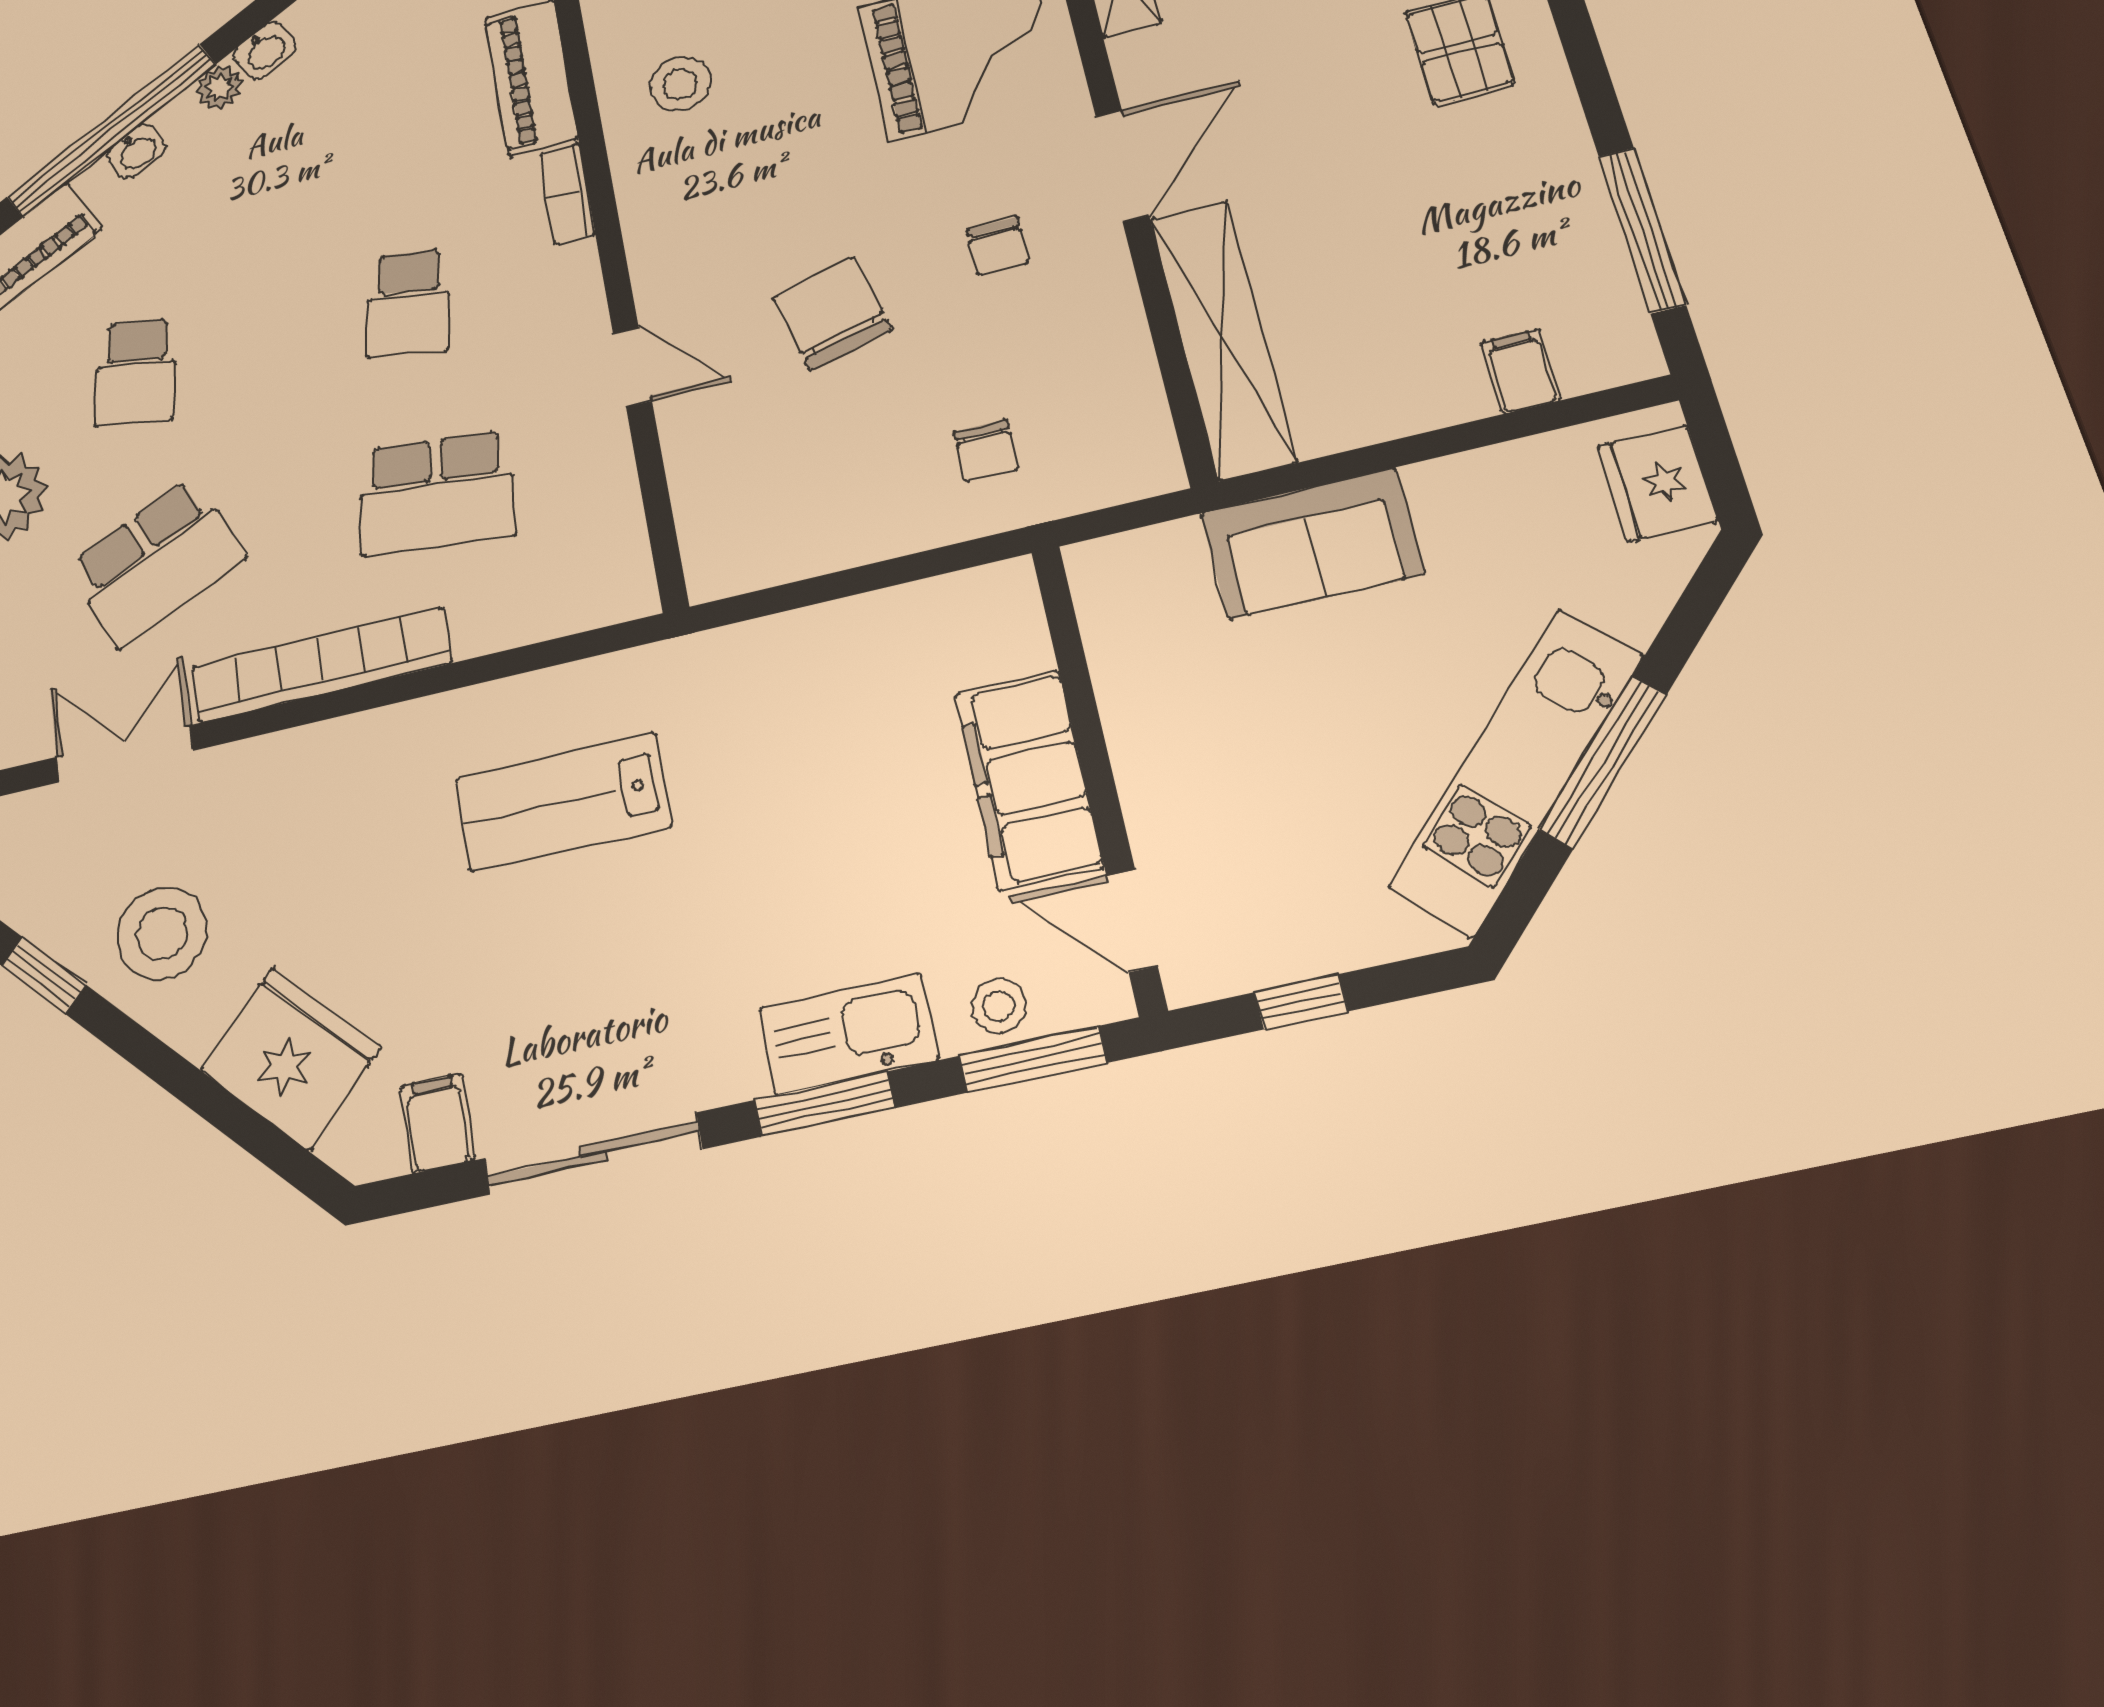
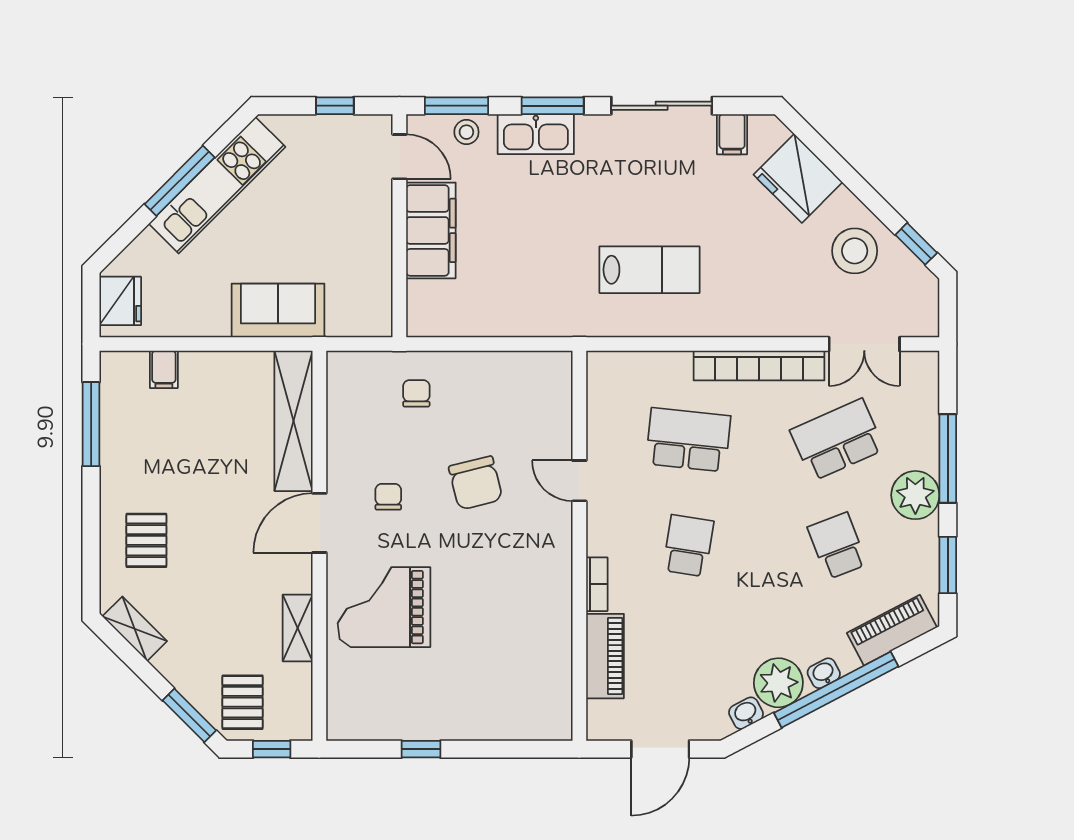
stool: (680, 84) -> (528, 630), removed
plant: (219, 88) -> (778, 683), width x1.88, depth x1.88
school desk: (136, 372) -> (837, 546), turned -30

